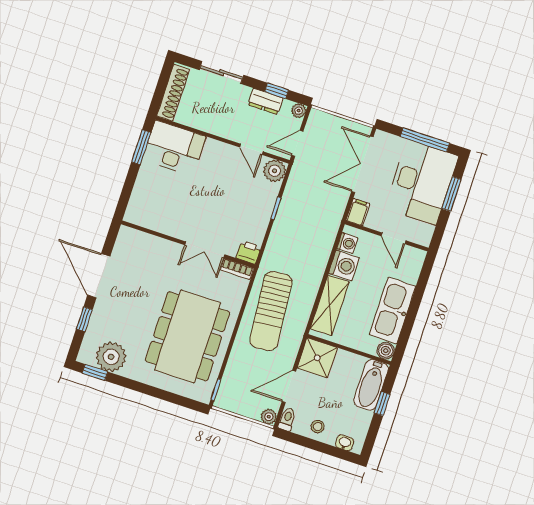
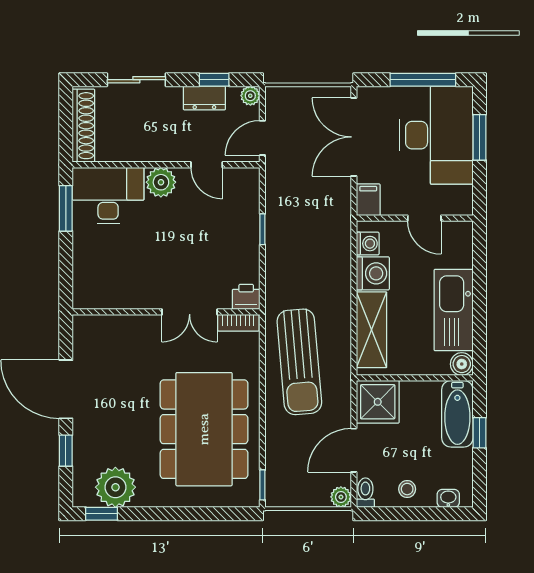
plant: (275, 171) -> (161, 182), moved

